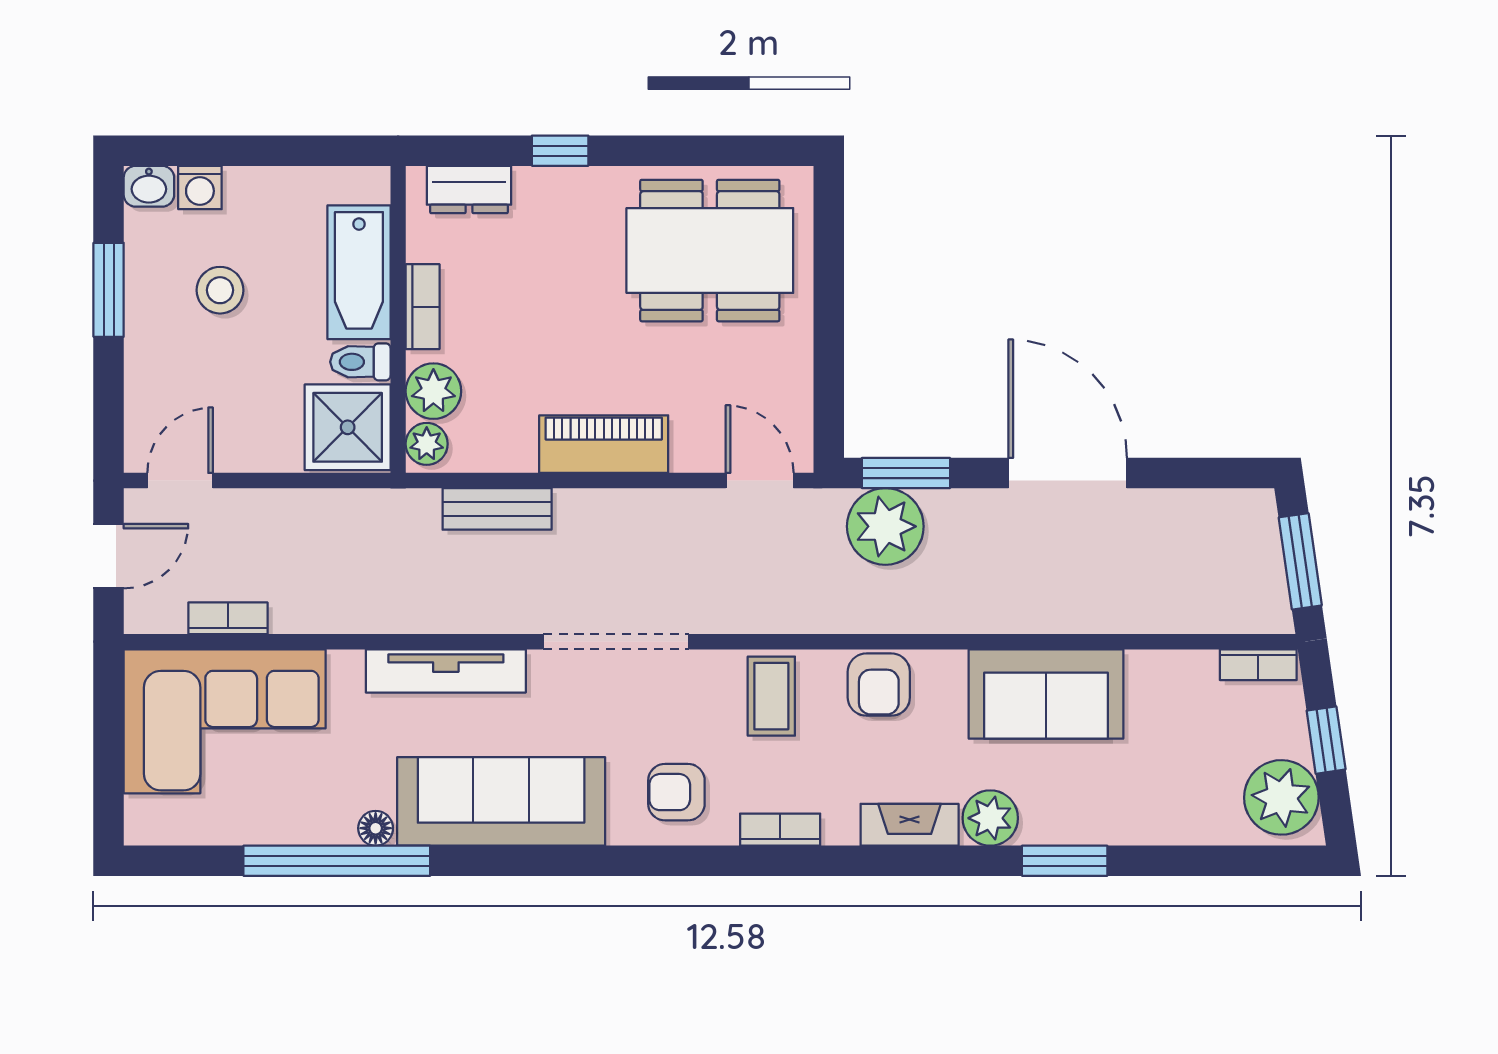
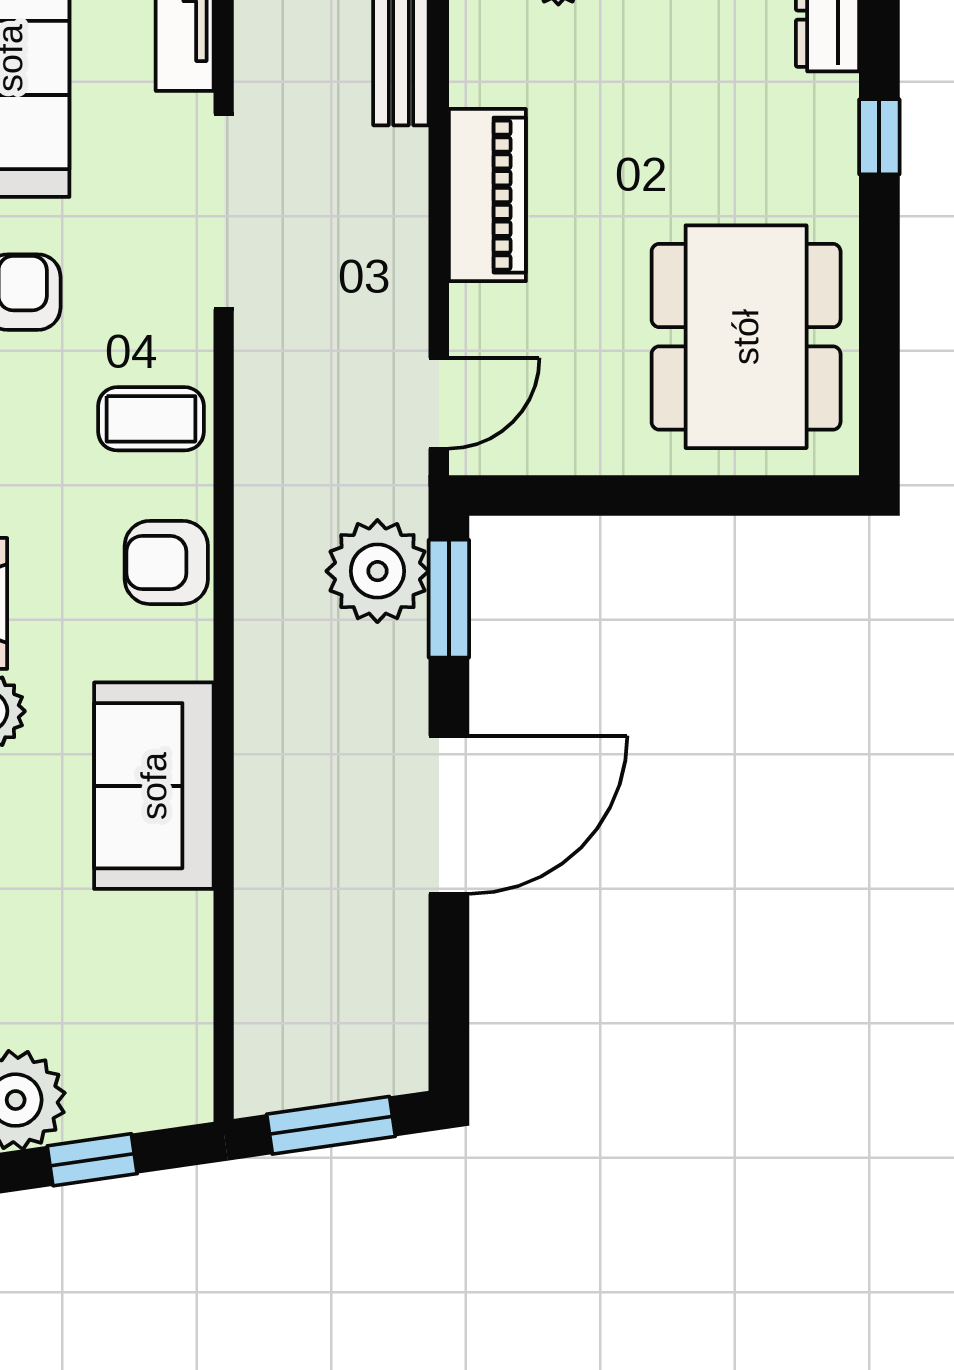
bookcase: (1258, 665) -> (193, 1069), removed

